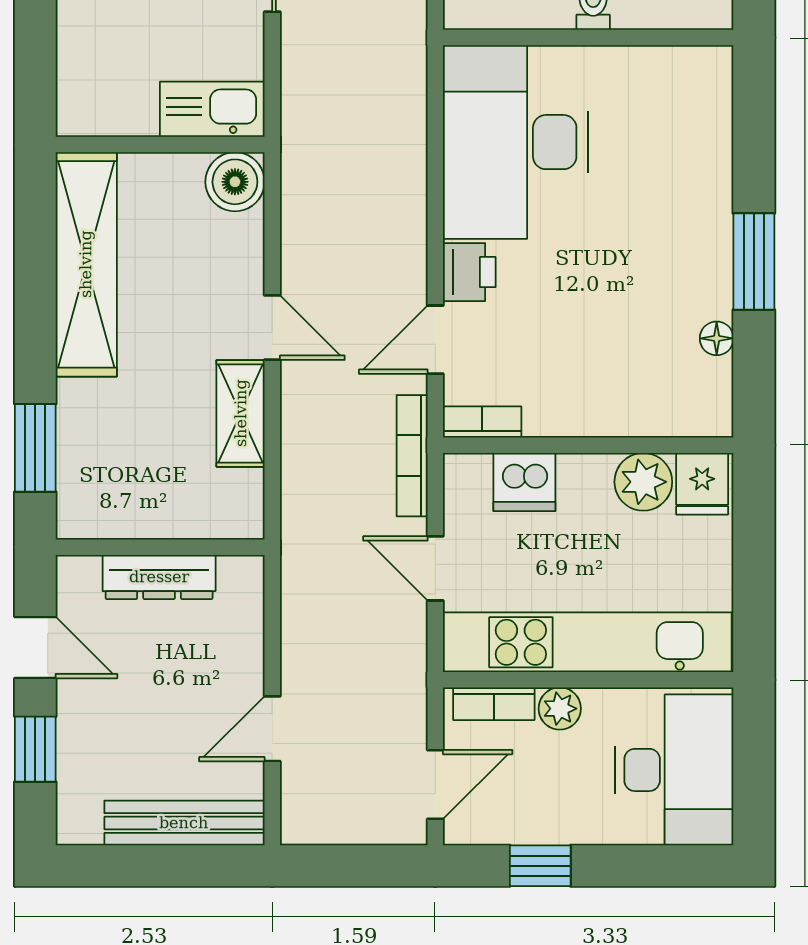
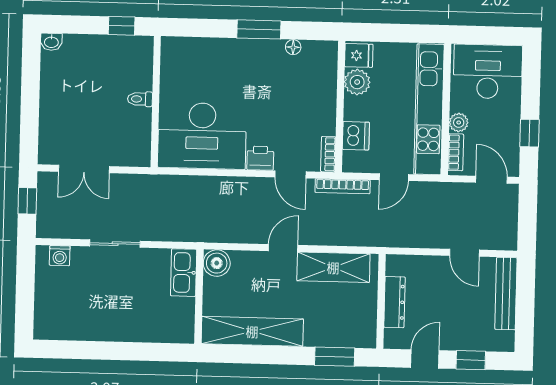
shelving: (241, 413) -> (333, 267), width x1.50, depth x1.33

